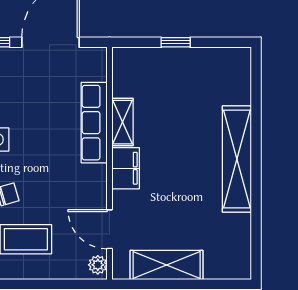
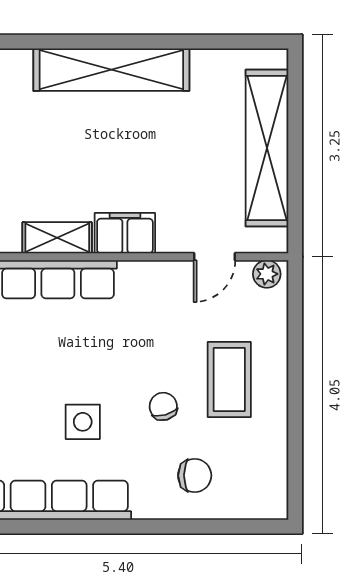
door: (110, 229) -> (214, 257), width x0.73
shelving: (167, 265) -> (267, 148), width x1.47

